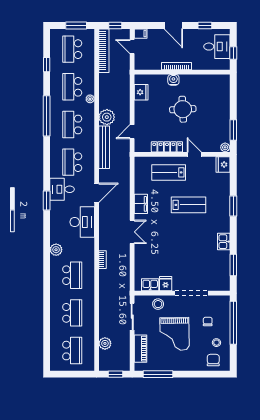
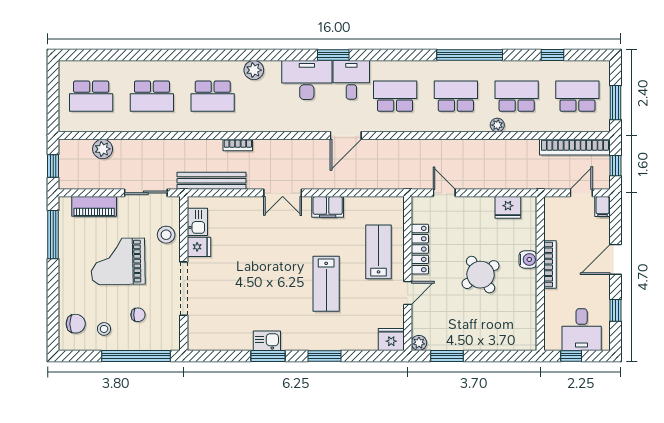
round table: (183, 109) -> (481, 275), turned -31
plant: (107, 117) -> (468, 152), removed
bench: (104, 147) -> (211, 181), moved
door: (97, 193) -> (346, 136), hinge flipped
desk: (82, 222) -> (307, 80), moved, turned 180
window: (233, 265) -> (268, 356), moved

